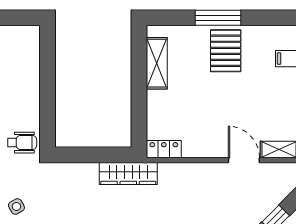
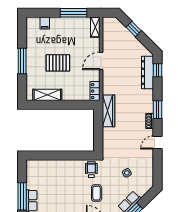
pallet: (226, 51) -> (58, 63), moved
door: (244, 160) -> (101, 61), moved

